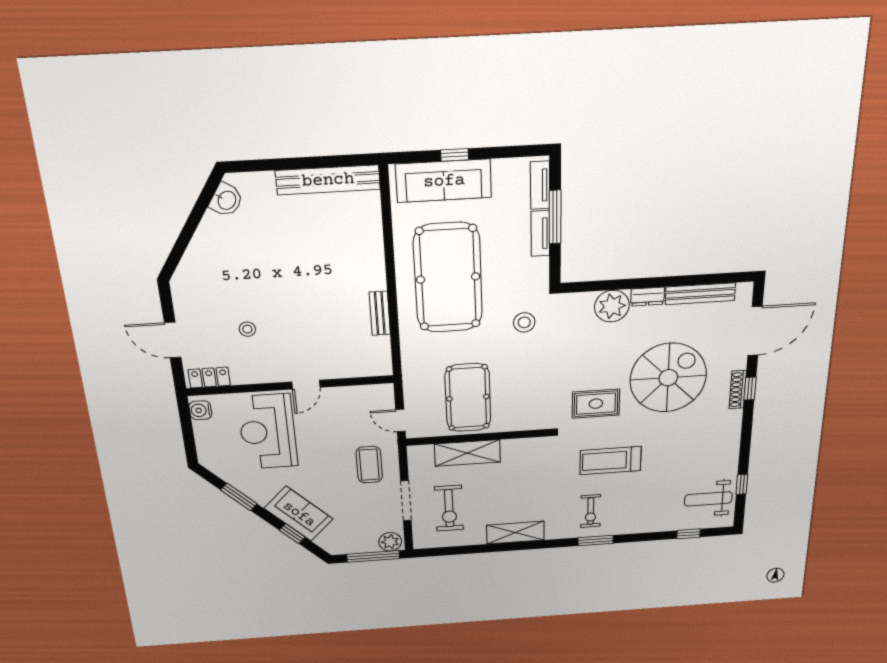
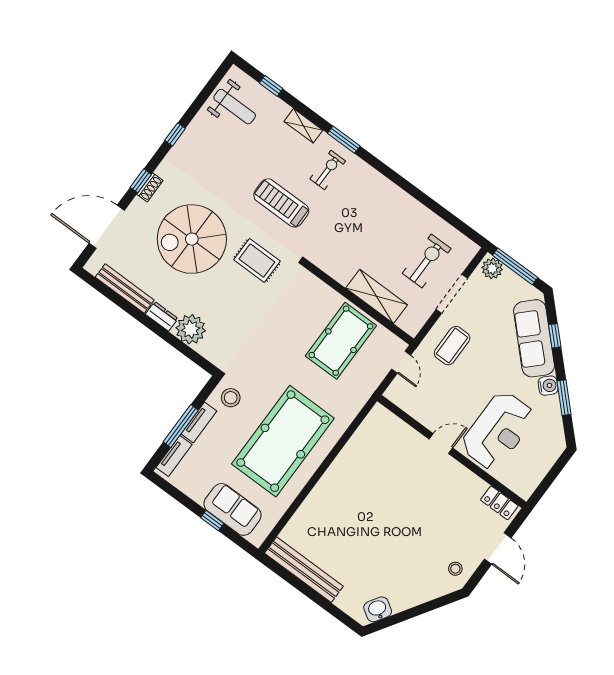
sofa: (444, 181) -> (233, 509), width x0.73
bench: (380, 313) -> (348, 454), removed
stool: (524, 322) -> (231, 398), moved
stool: (247, 329) -> (455, 569), moved
shoe rack: (738, 390) -> (150, 187), width x0.70
water cooler: (200, 410) -> (548, 386), moved, turned -45
treadmill: (611, 461) -> (281, 203), turned 180
window: (742, 484) -> (175, 134), moved
sofa: (299, 514) -> (534, 338), width x1.36
shelving: (515, 533) -> (303, 126), moved, width x0.67, depth x0.75

